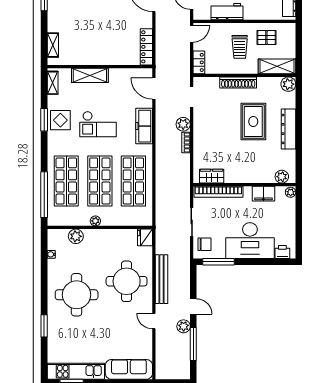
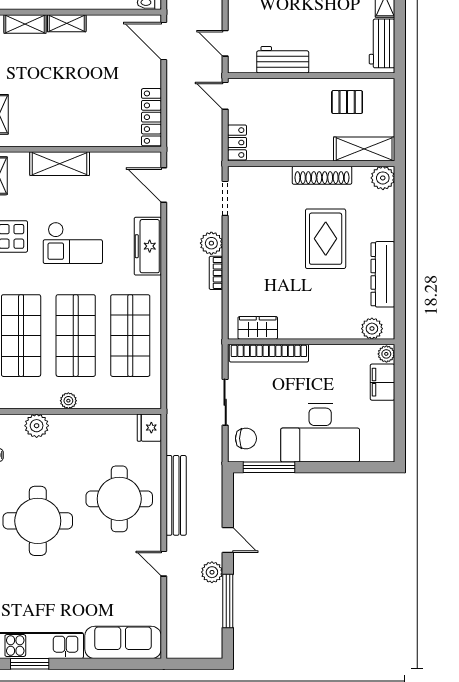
door: (192, 34) -> (225, 96), swing flipped
trolley: (240, 47) -> (304, 117), removed
shoe rack: (238, 82) -> (322, 175), moved
dresser: (289, 129) -> (383, 274), moved
filing cabinet: (263, 194) -> (383, 382), moved, turned 90
printer: (282, 252) -> (373, 451), removed

